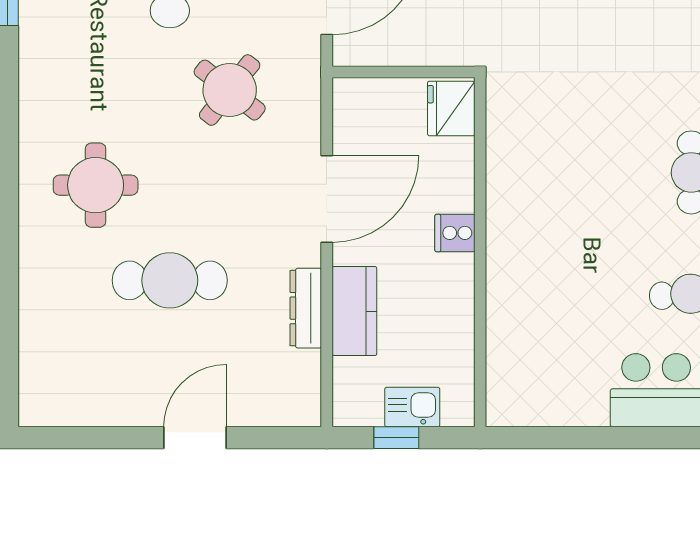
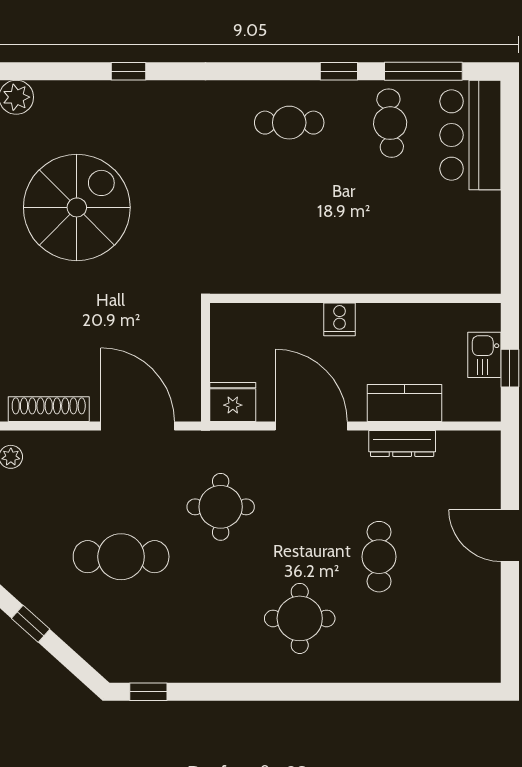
round table: (230, 90) -> (221, 507), turned -38
fridge: (451, 108) -> (233, 402), moved, turned 180
cafe table: (170, 280) -> (379, 557), width x0.73, depth x0.74

